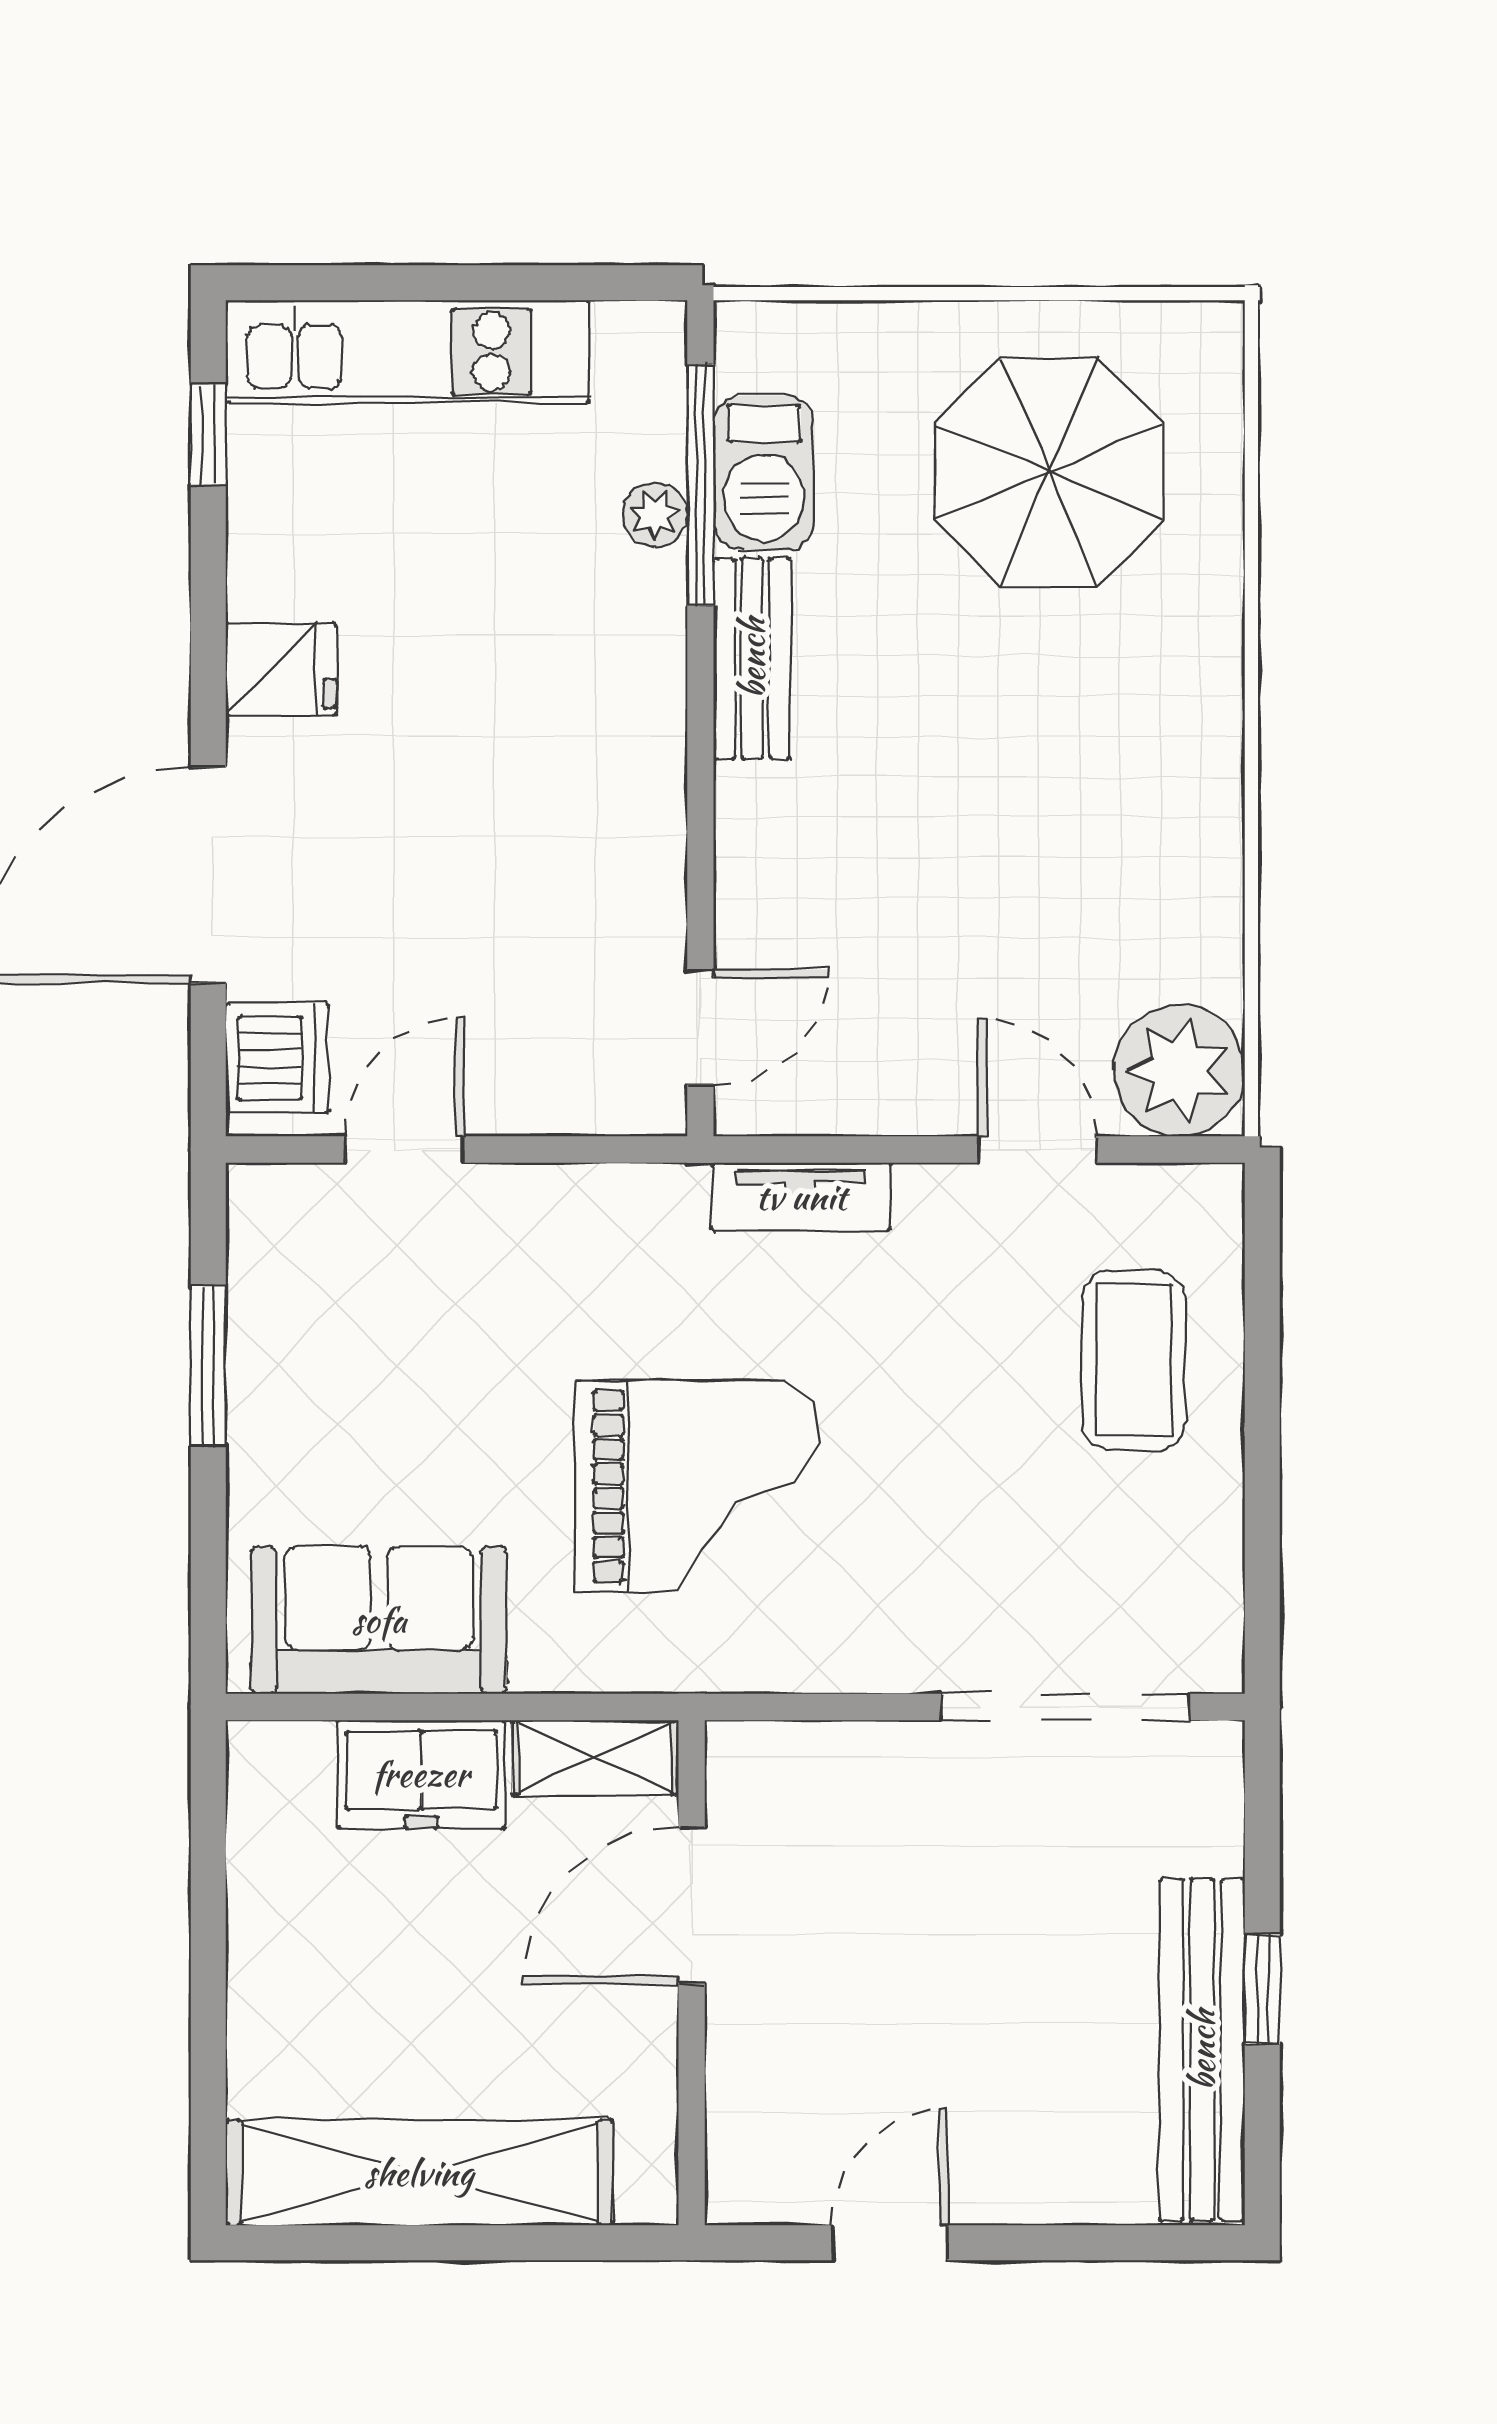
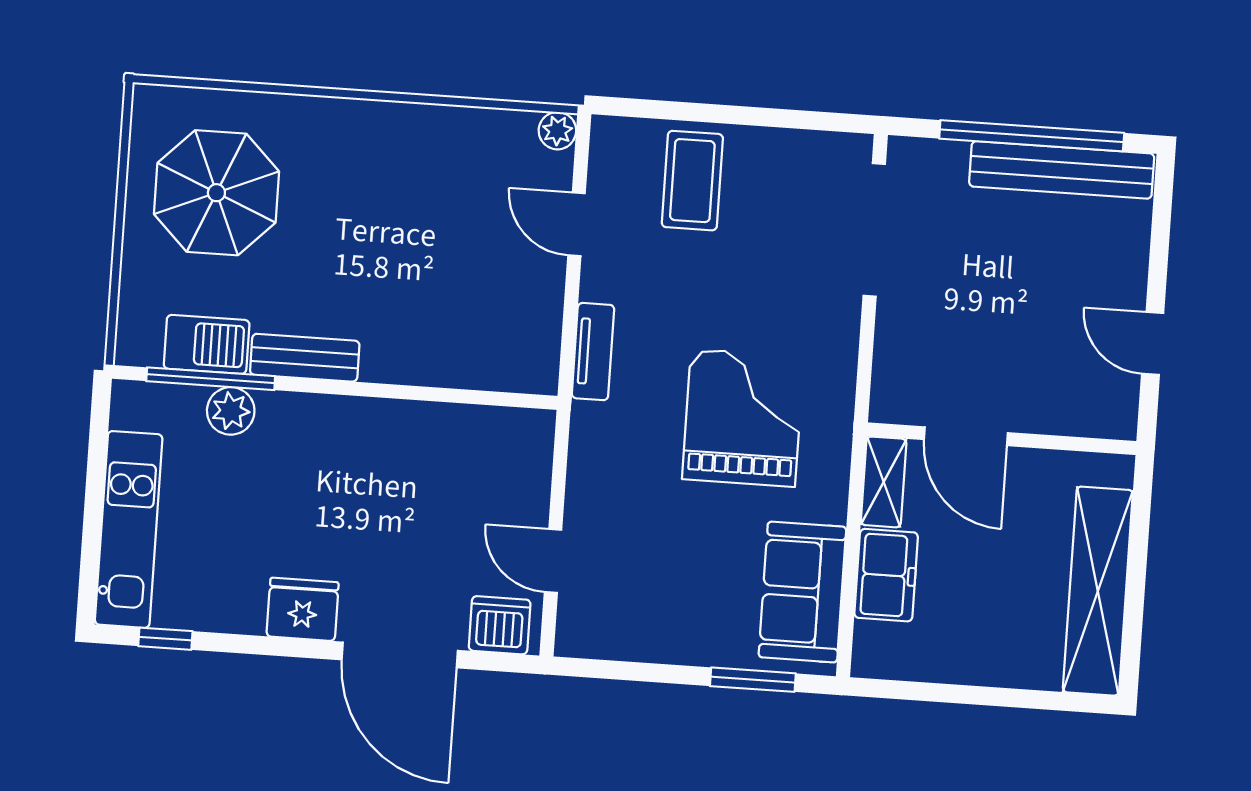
plant: (655, 515) -> (231, 411), width x1.38, depth x1.38
fridge: (281, 669) -> (303, 609), width x1.38
door: (700, 1027) -> (499, 399), removed
plant: (1179, 1071) -> (557, 131), width x0.53, depth x0.53
door: (1037, 1149) -> (577, 224), hinge flipped
coffee table: (1134, 1360) -> (692, 181), turned 90
window: (208, 1365) -> (753, 680), moved
window: (1262, 1989) -> (1032, 136), width x3.17

